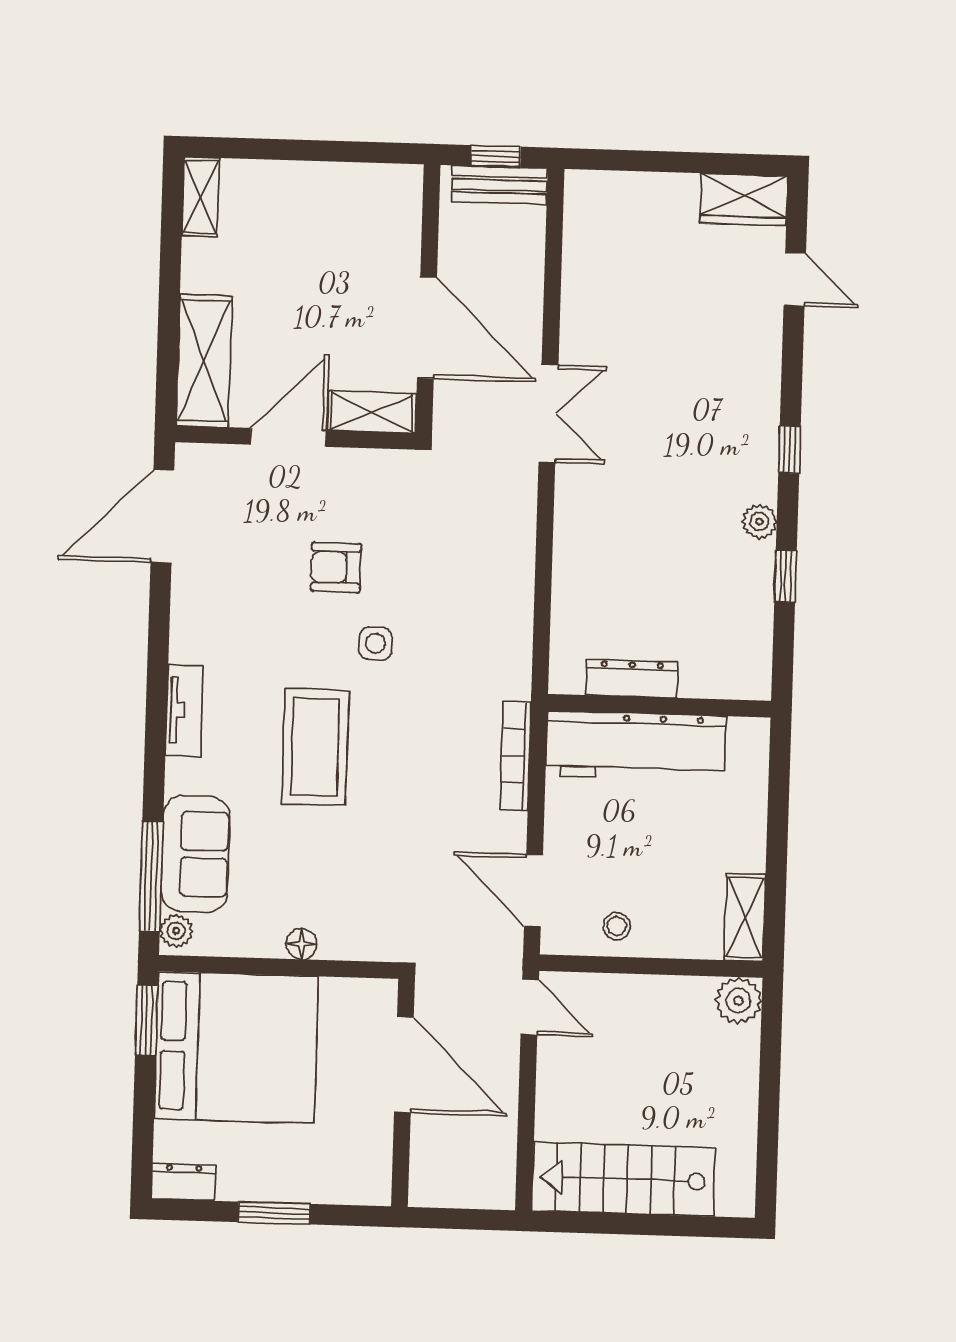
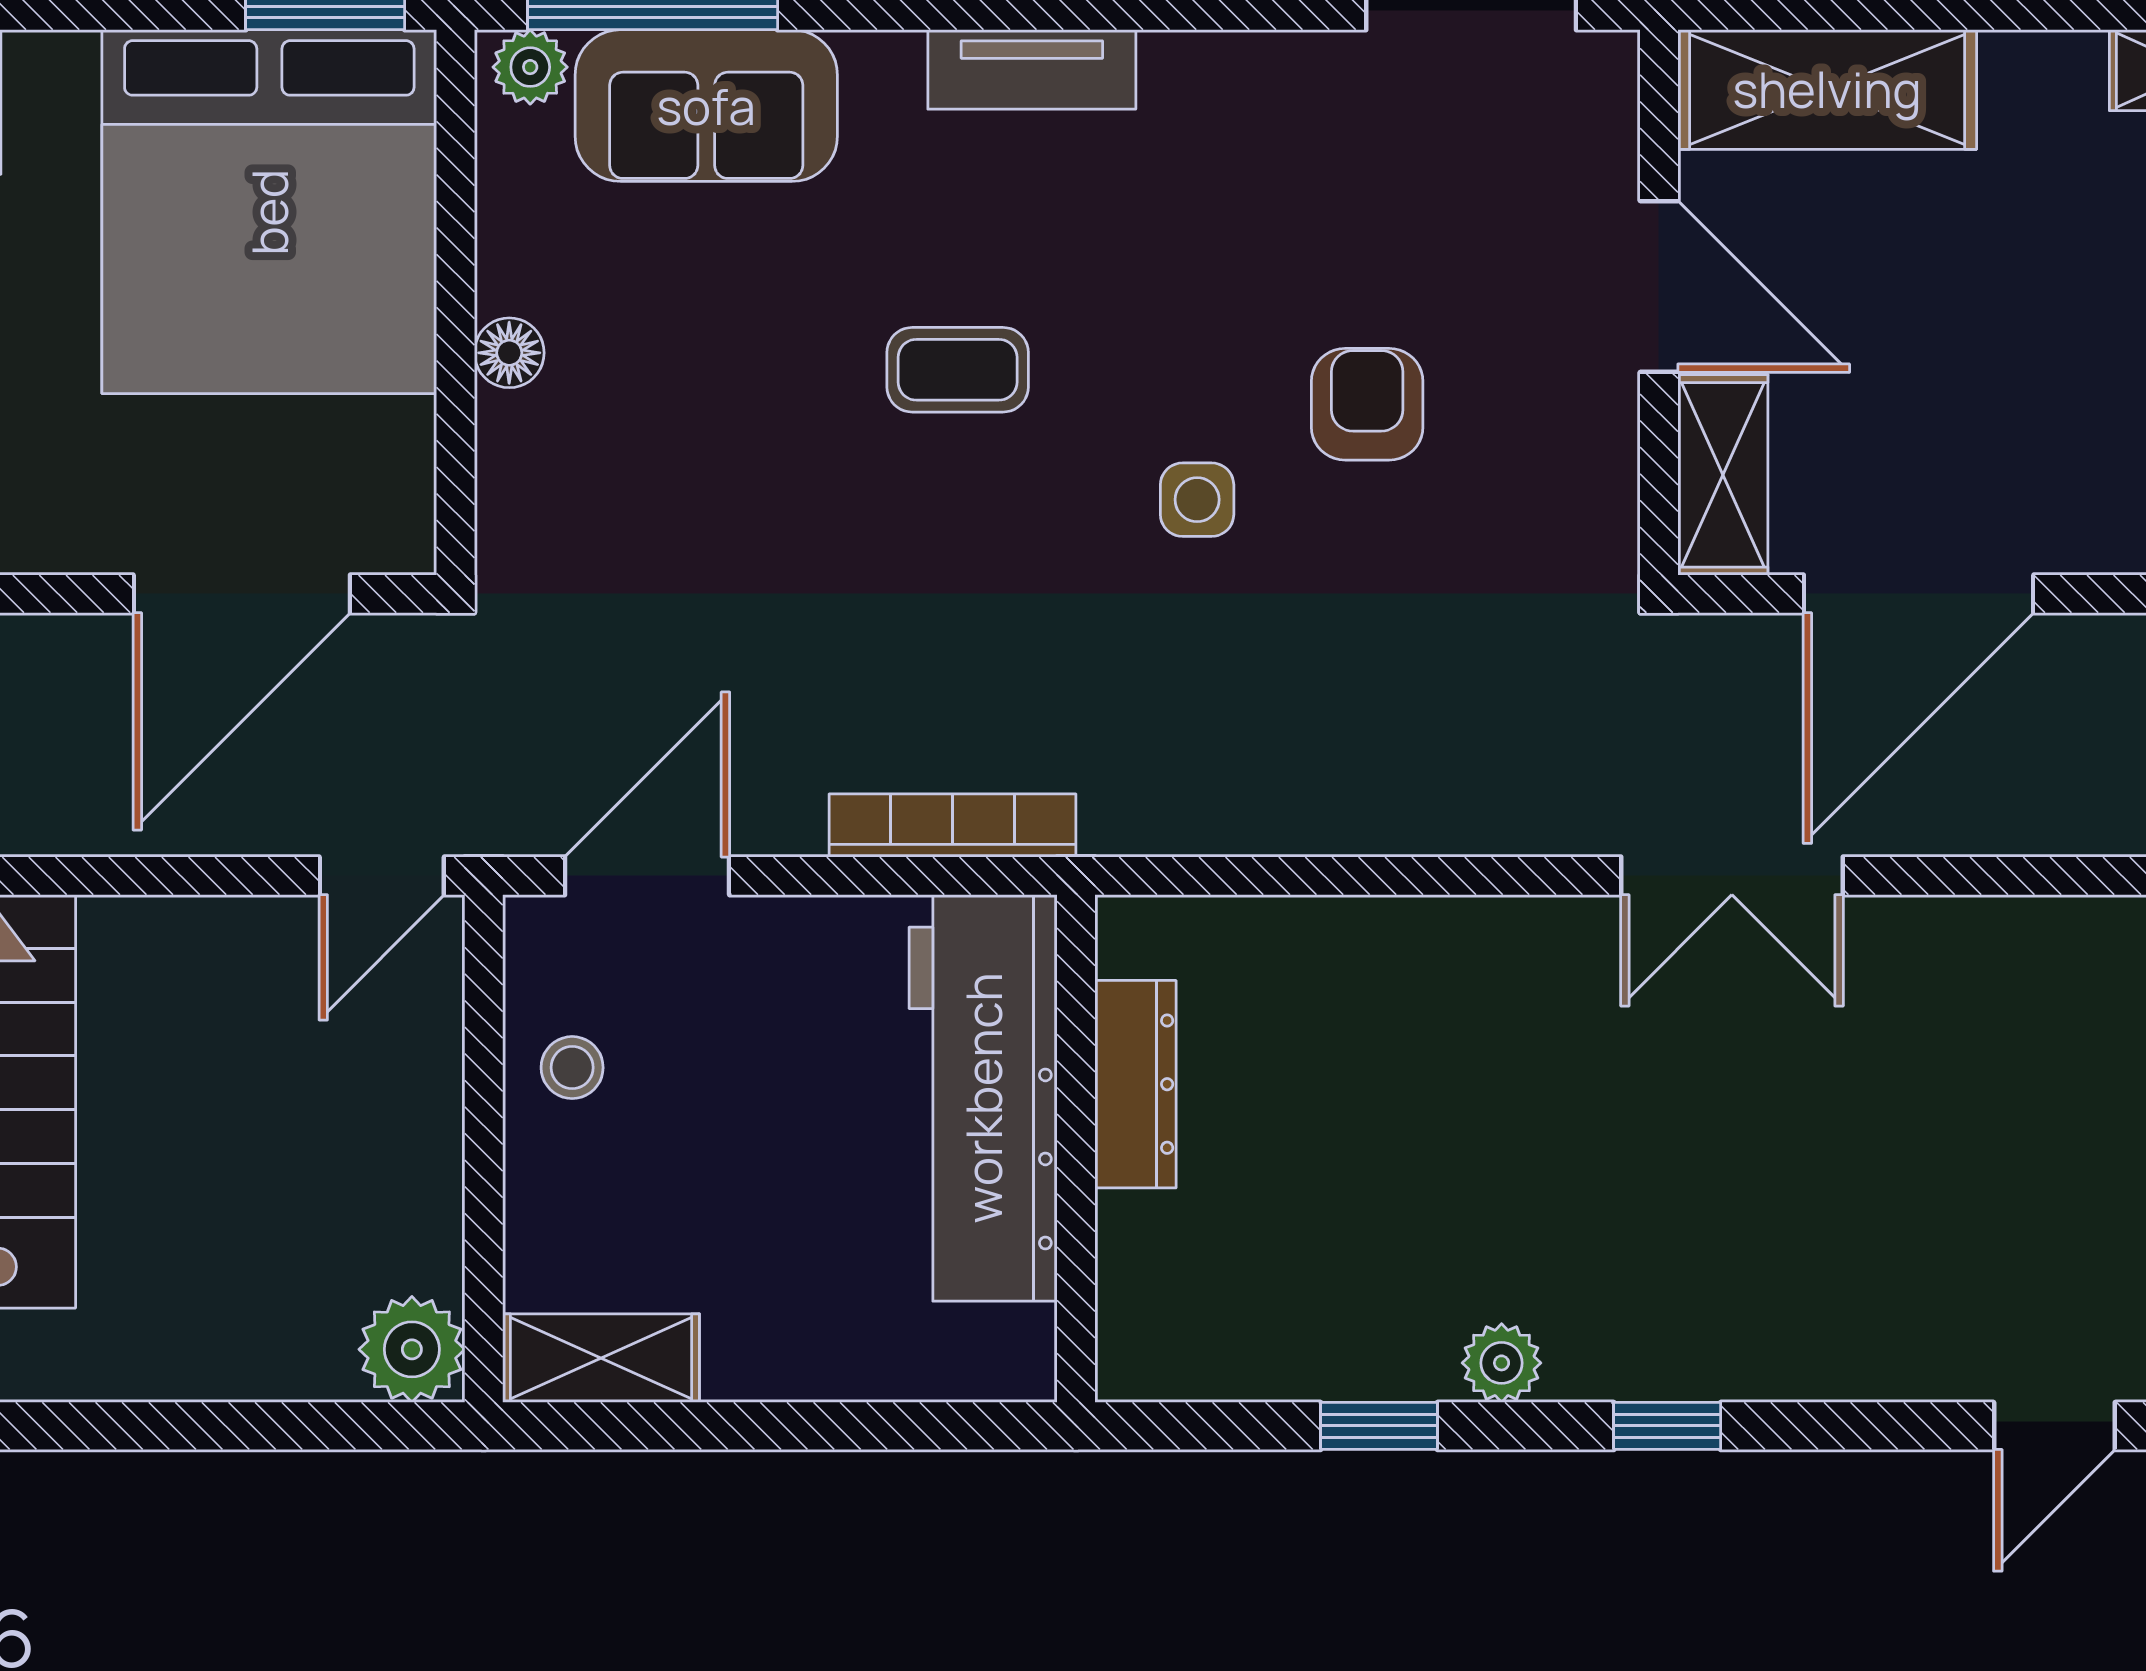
coffee table: (315, 747) -> (958, 370), width x0.54, depth x0.58

